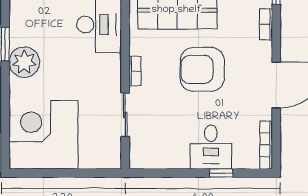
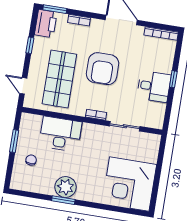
plant: (24, 62) -> (66, 187), moved
desk: (211, 147) -> (154, 86), moved
window: (221, 173) -> (173, 79), moved

